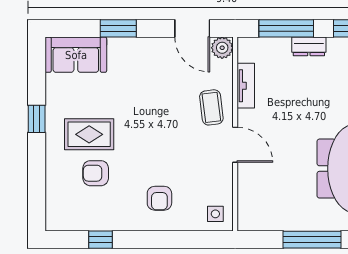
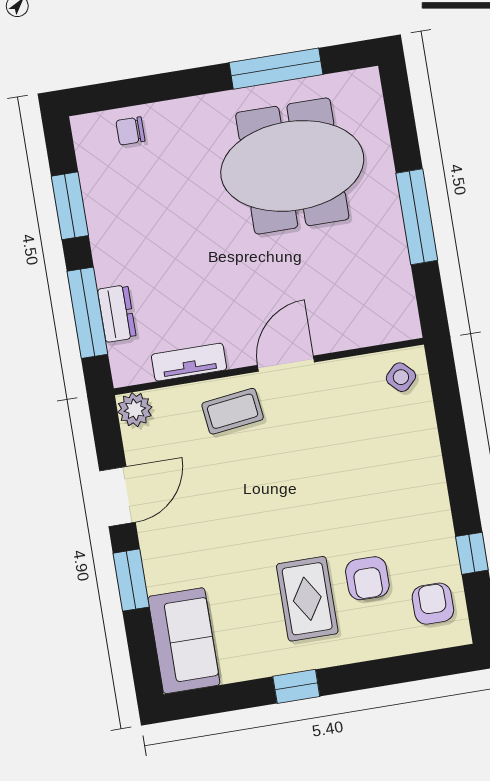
door: (192, 28) -> (118, 497), moved
dresser: (309, 46) -> (117, 313), moved
armchair: (159, 198) -> (433, 604), moved, turned -90
side table: (215, 214) -> (401, 377), turned 45

